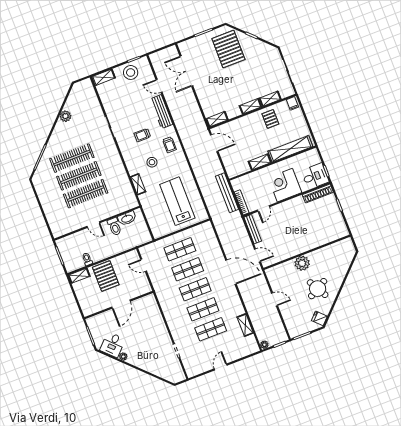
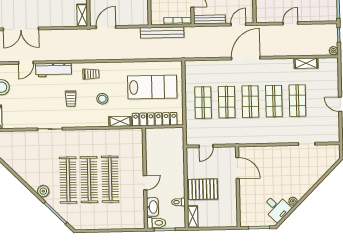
plant: (65, 116) -> (43, 191), moved
lab bench: (177, 201) -> (152, 87), turned 180
locker: (151, 213) -> (155, 119), added
washbasin: (127, 218) -> (152, 207), moved
toilet: (115, 227) -> (156, 223), moved
door: (121, 304) -> (237, 168), moved

